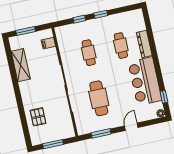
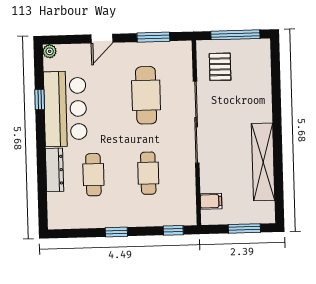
window: (79, 19) -> (173, 230), moved
shelving: (21, 65) -> (263, 162), width x1.47
window: (164, 97) -> (40, 100), moved
pallet: (38, 117) -> (220, 67), moved
window: (53, 144) -> (235, 35), width x1.44

